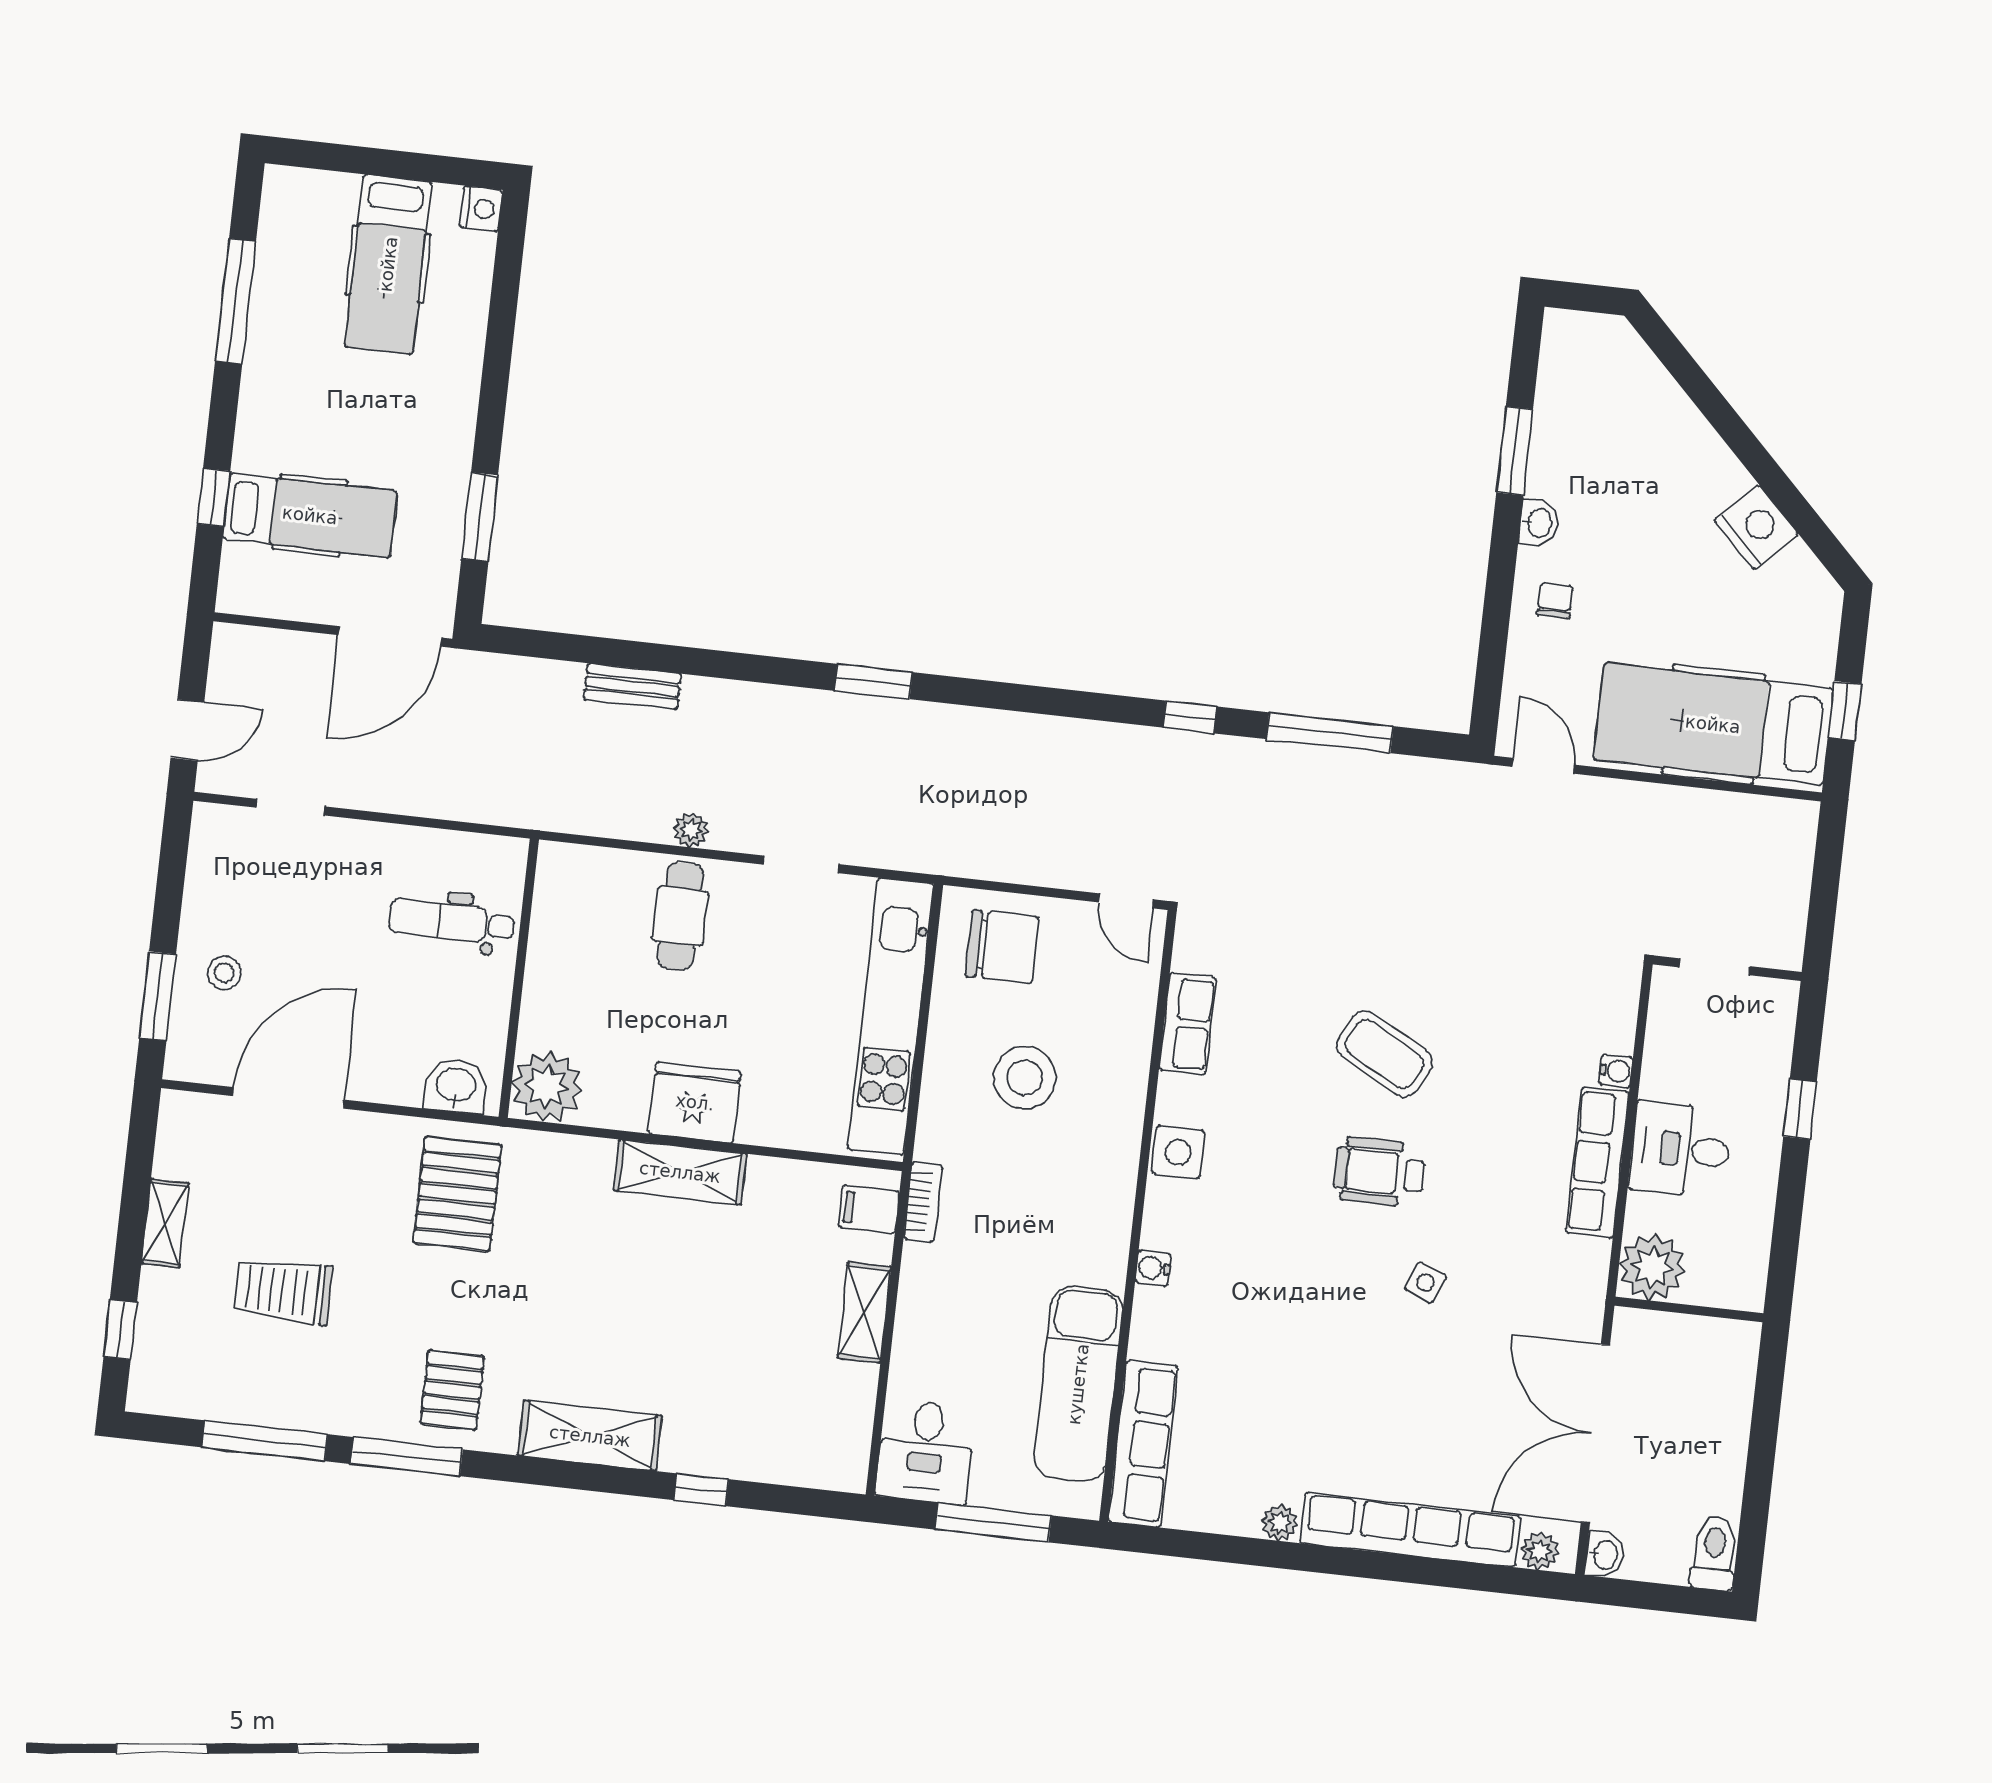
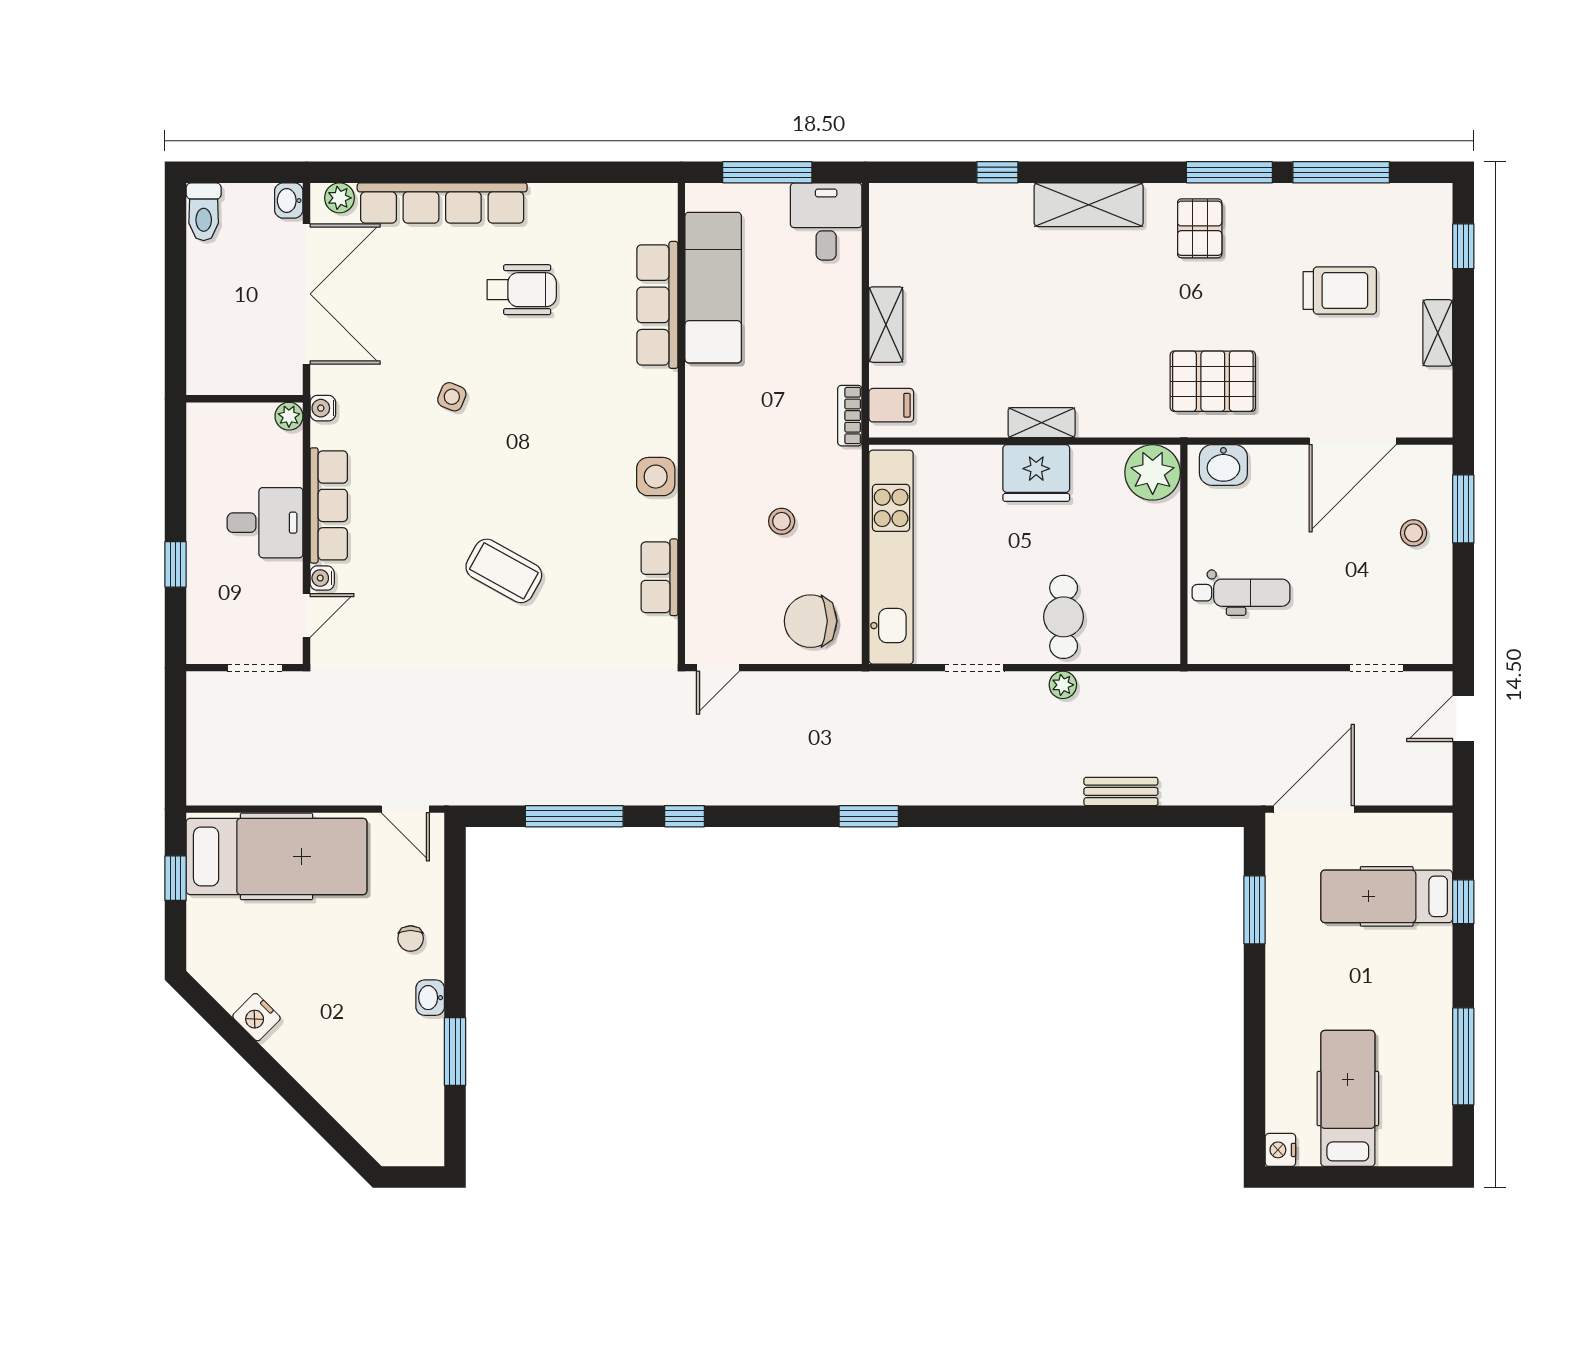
nightstand: (1756, 527) -> (256, 1017), width x0.74, depth x0.75
window: (873, 681) -> (869, 816), moved
door: (1126, 901) -> (718, 668), swing flipped
door: (1641, 1026) -> (306, 615), added
stool: (1025, 1078) -> (782, 521), width x0.53, depth x0.53
shelving: (680, 1172) -> (1042, 423), width x0.67, depth x0.75
wheelchair: (1379, 1172) -> (522, 290), moved
pallet: (457, 1194) -> (1213, 381), turned 90
plant: (1652, 1267) -> (289, 416), width x0.53, depth x0.53
water cooler: (1153, 1268) -> (323, 408), moved, turned 180
row of seats: (1143, 1444) -> (657, 305), moved
plant: (1280, 1523) -> (544, 197), removed

